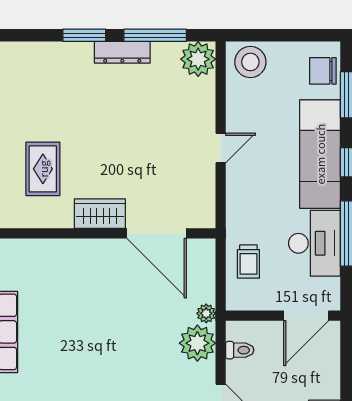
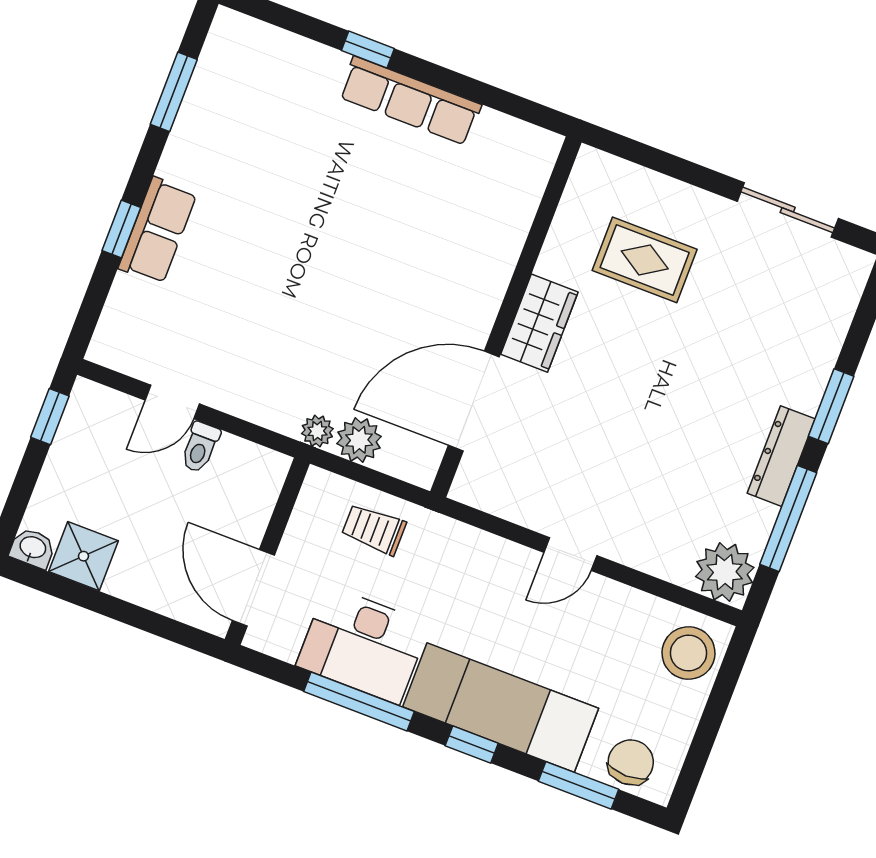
door: (221, 148) -> (570, 554), hinge flipped
plant: (197, 343) -> (359, 440), moved, width x0.73, depth x0.73
toilet: (240, 350) -> (200, 447), moved

